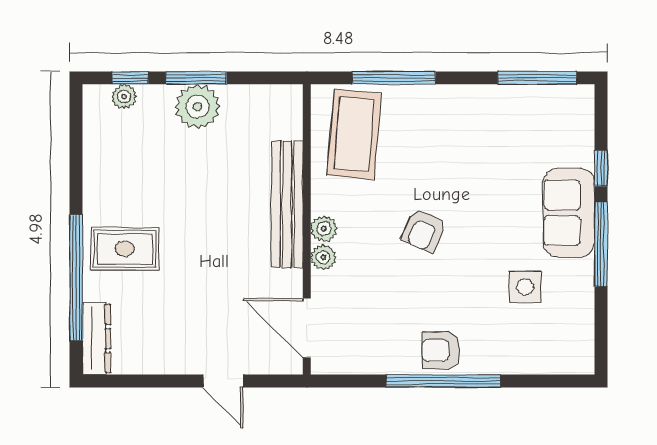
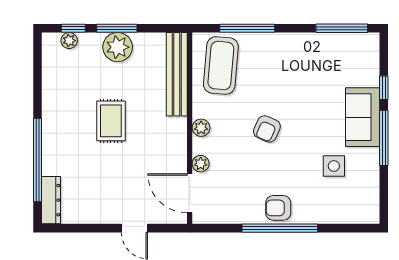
bench: (287, 204) -> (177, 74), moved
rug: (125, 249) -> (111, 121), moved, turned 90
plant: (323, 257) -> (201, 164), moved

